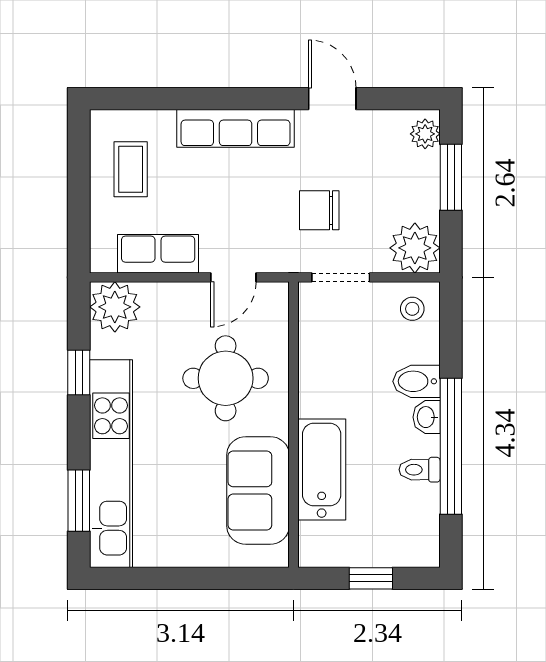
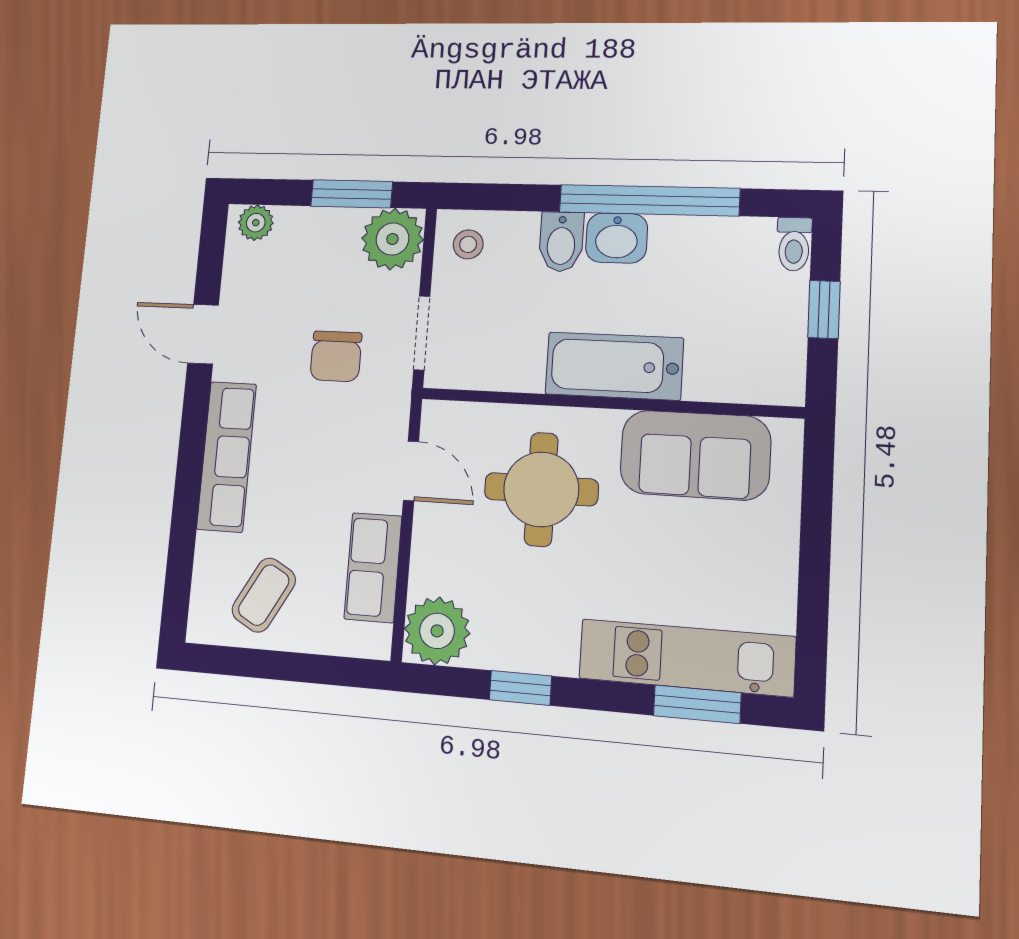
door: (332, 99) -> (203, 334), hinge flipped
coffee table: (131, 169) -> (264, 595), turned -61
window: (451, 177) -> (352, 194), moved
washbasin: (427, 417) -> (617, 238), width x1.38, depth x1.45
kitchen unit: (111, 464) -> (686, 658), width x0.73
bathtub: (322, 470) -> (614, 366), moved
toilet: (420, 470) -> (794, 244), moved

